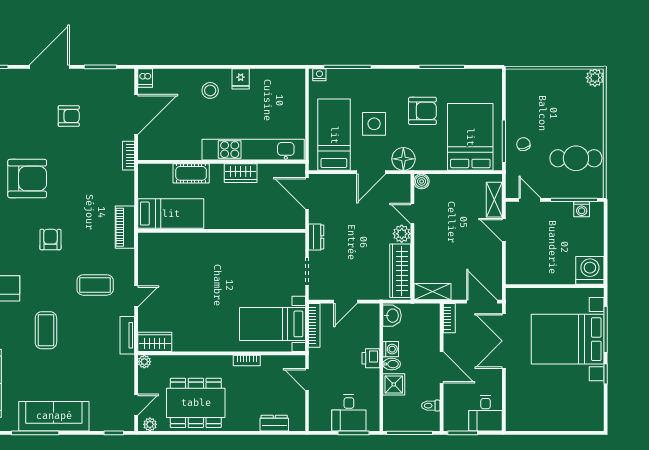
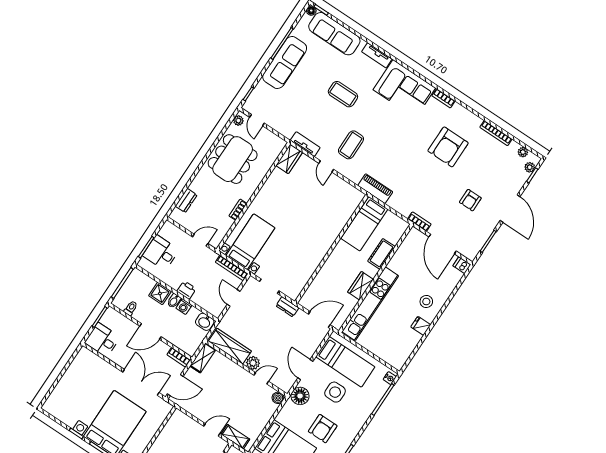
armchair: (50, 240) -> (399, 136), removed
plant: (144, 362) -> (281, 144), removed

